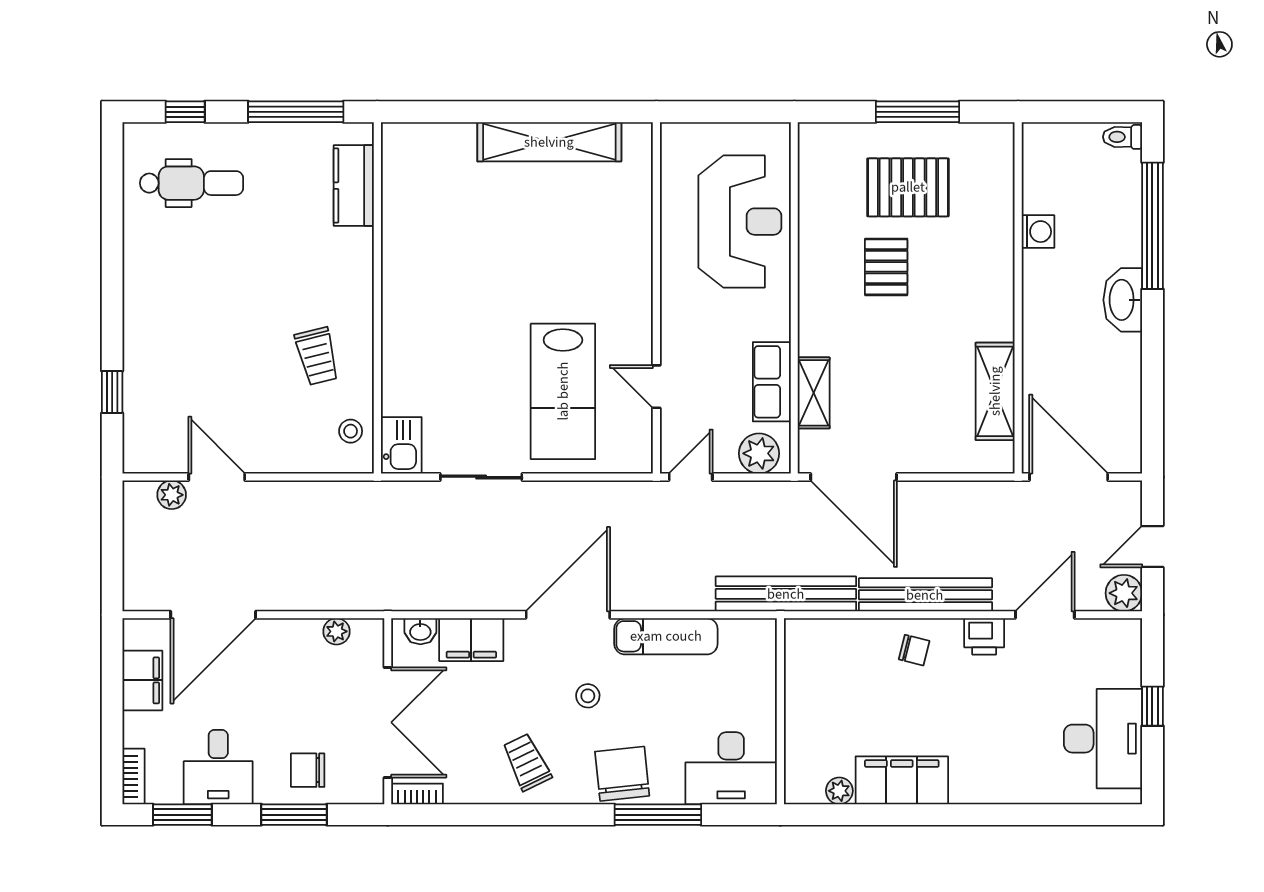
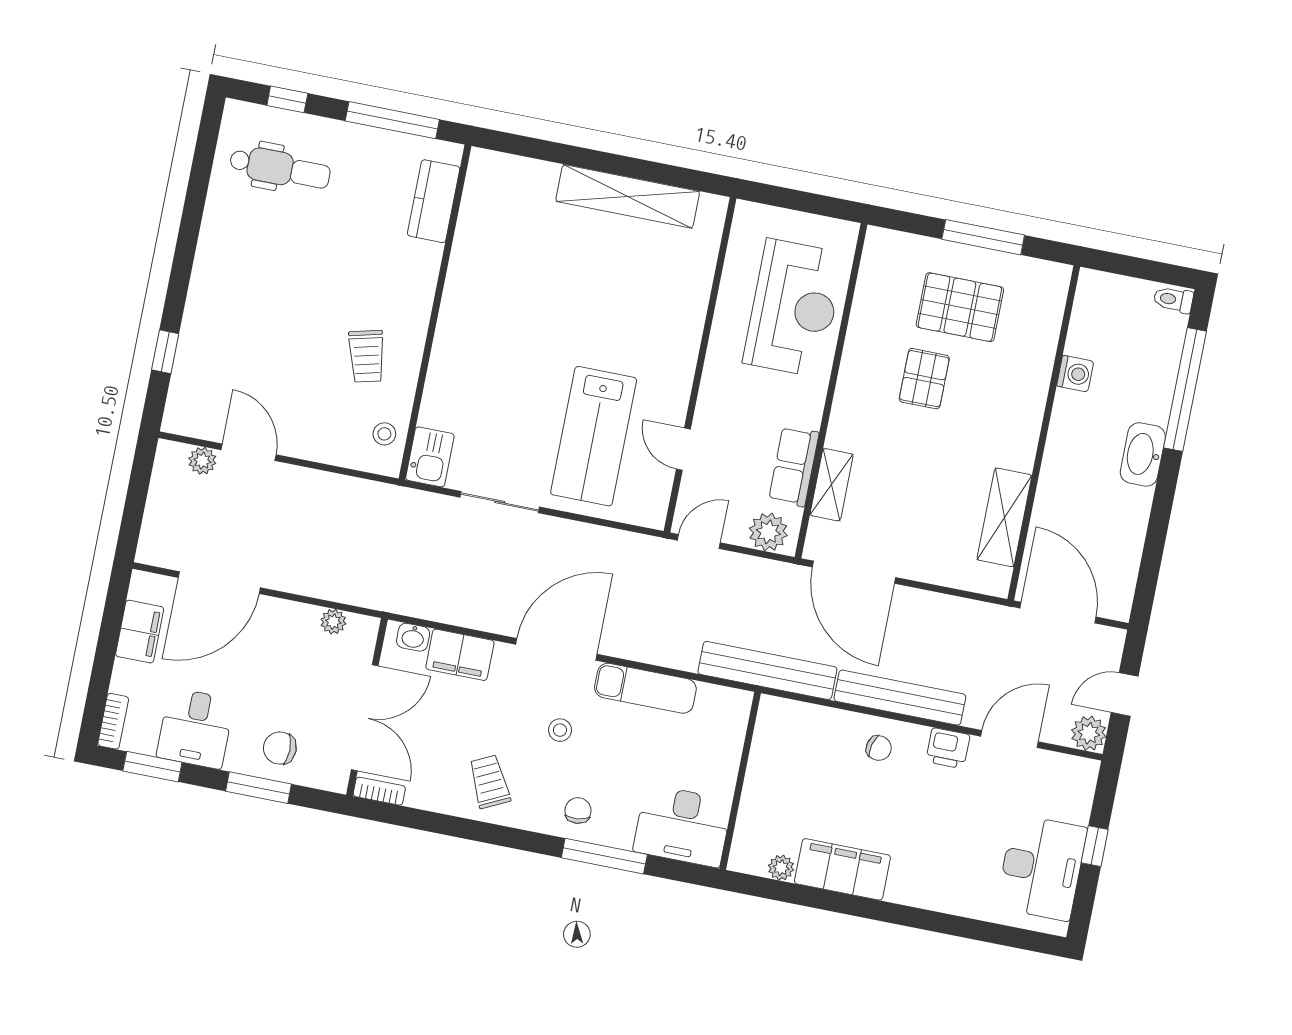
chair: (622, 774) -> (578, 811), width x0.54, depth x0.54

